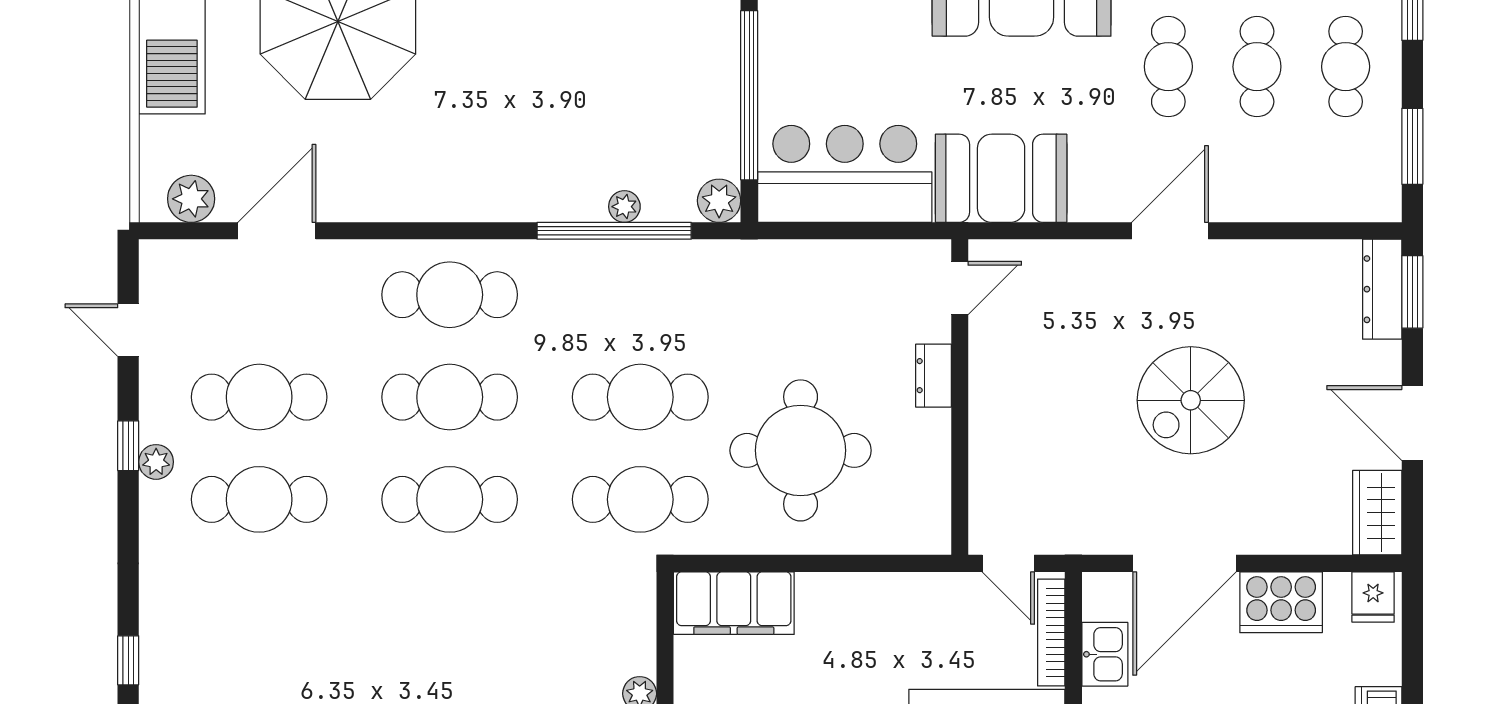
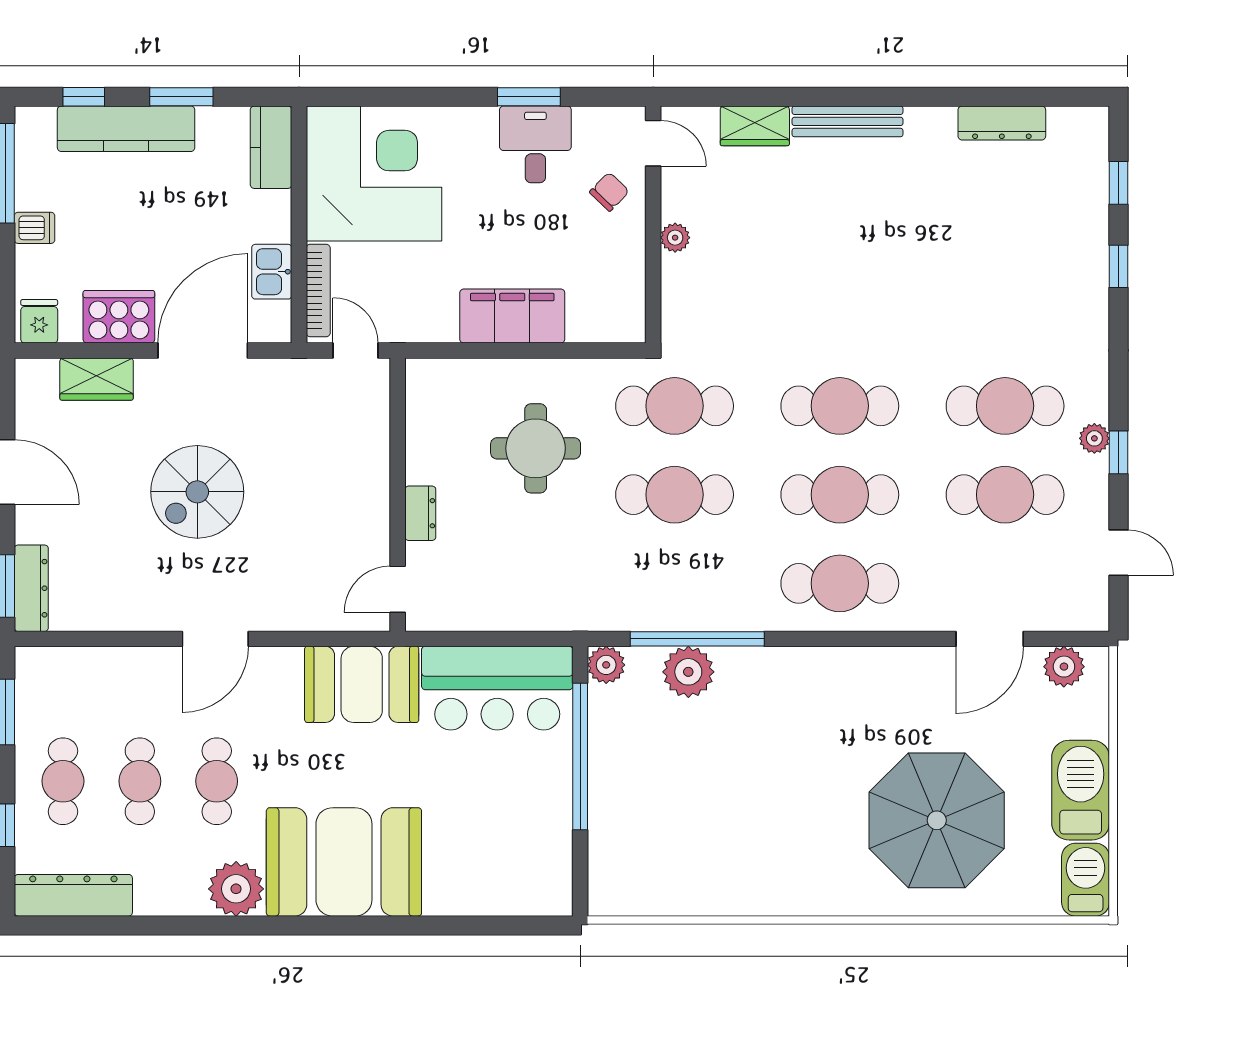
plant: (624, 207) -> (688, 672), width x1.88, depth x1.88
spiral stairs: (1191, 400) -> (197, 492), turned 180
round table: (801, 450) -> (536, 448), width x0.73, depth x0.73
wardrobe: (1377, 513) -> (97, 379), moved, turned 90
filing cabinet: (734, 603) -> (512, 316), moved

